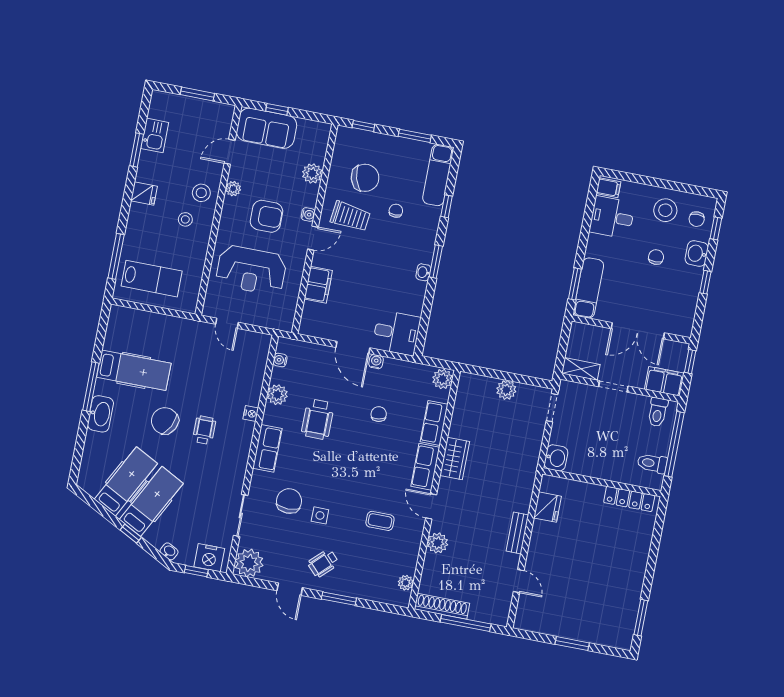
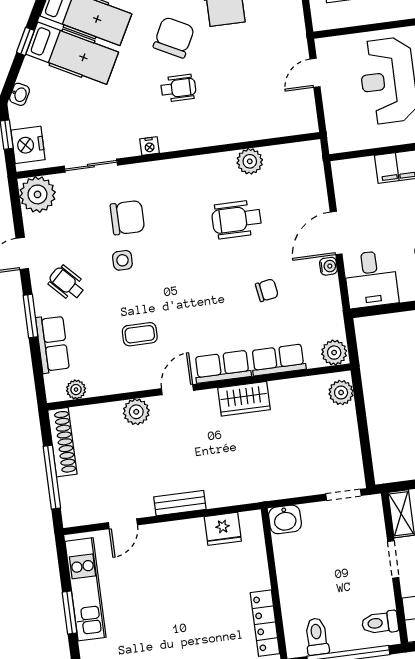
water cooler: (280, 360) -> (292, 151), removed
plant: (506, 390) -> (341, 393), moved
nightstand: (251, 414) -> (149, 146), moved
row of seats: (267, 448) -> (53, 344), moved, turned -90
coffee table: (380, 521) -> (140, 334), turned 90
kitchen unit: (559, 626) -> (86, 589), added

